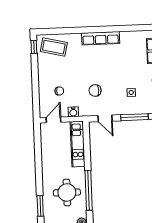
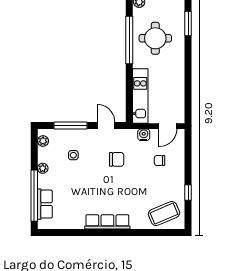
window: (34, 47) -> (188, 192), moved
coffee table: (54, 47) -> (164, 214), turned -36

